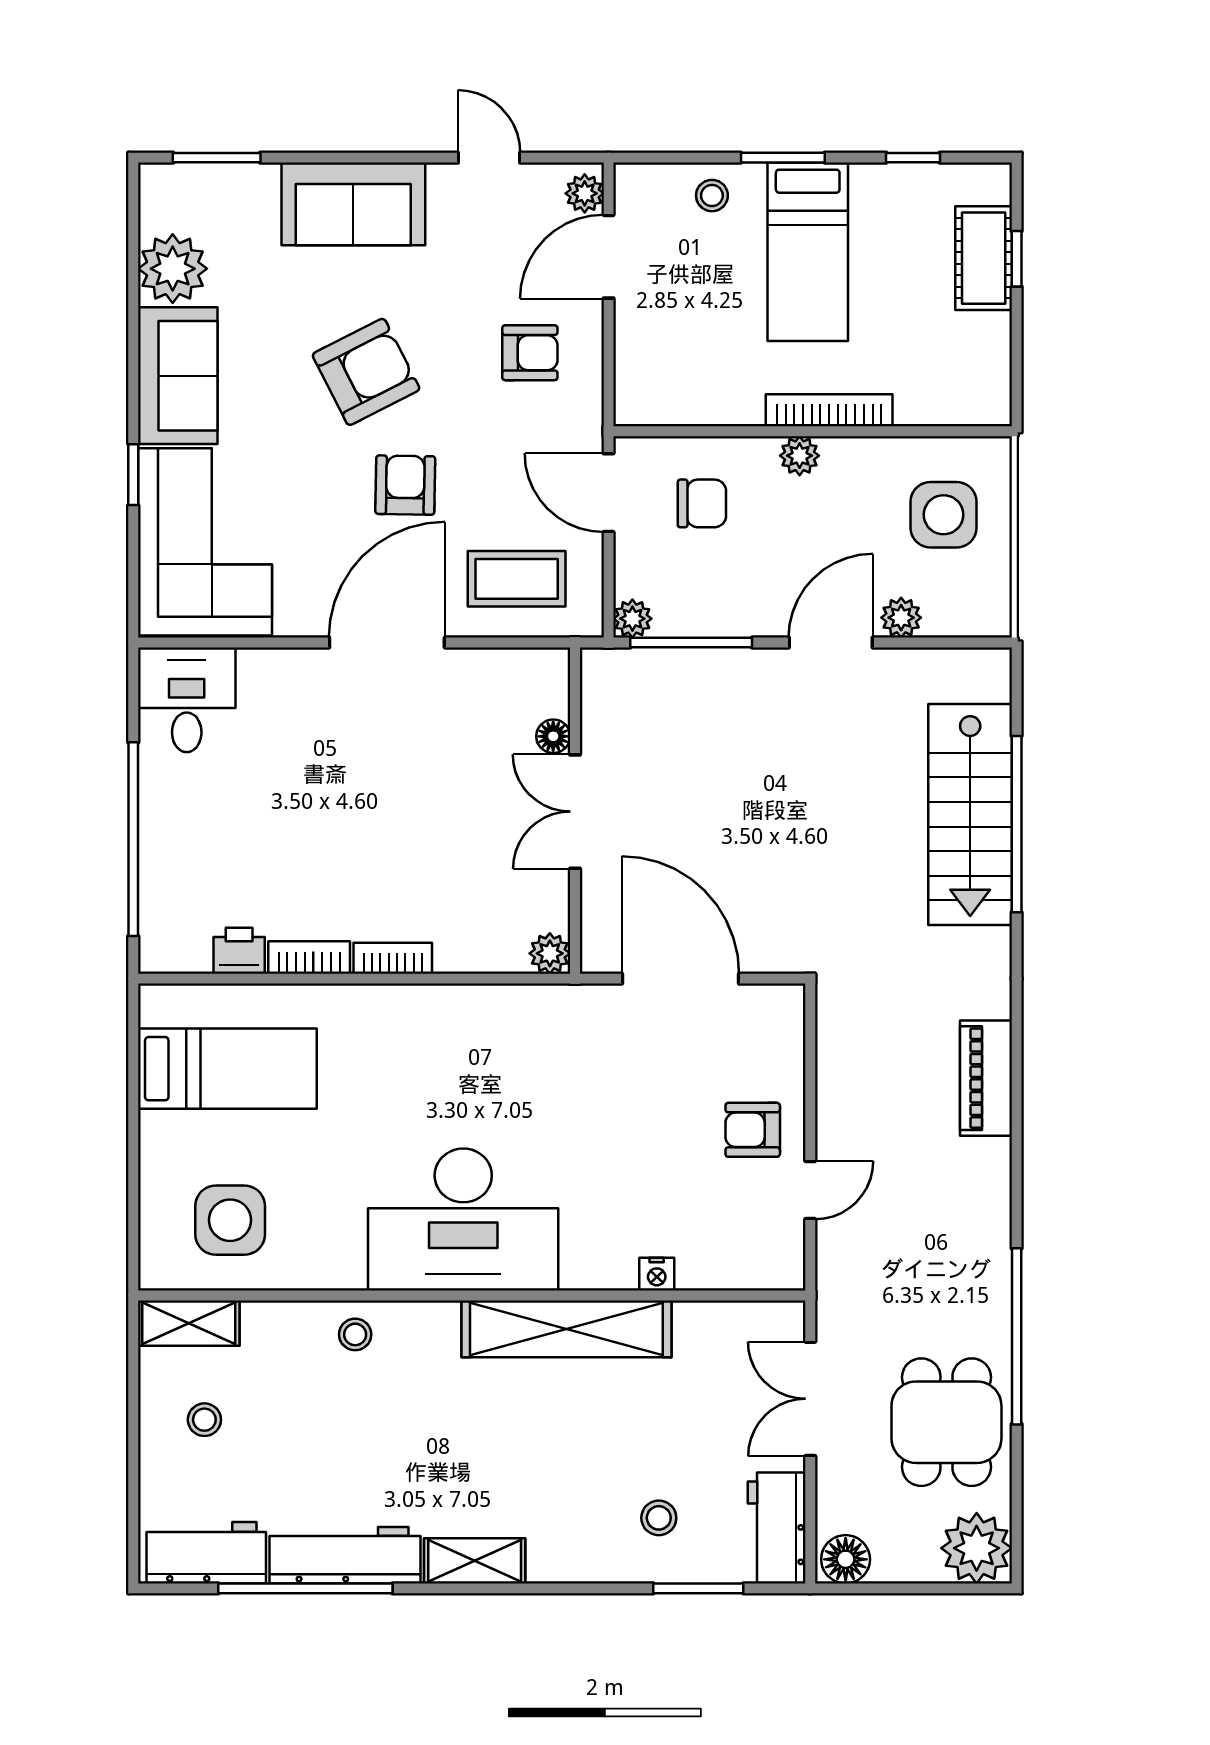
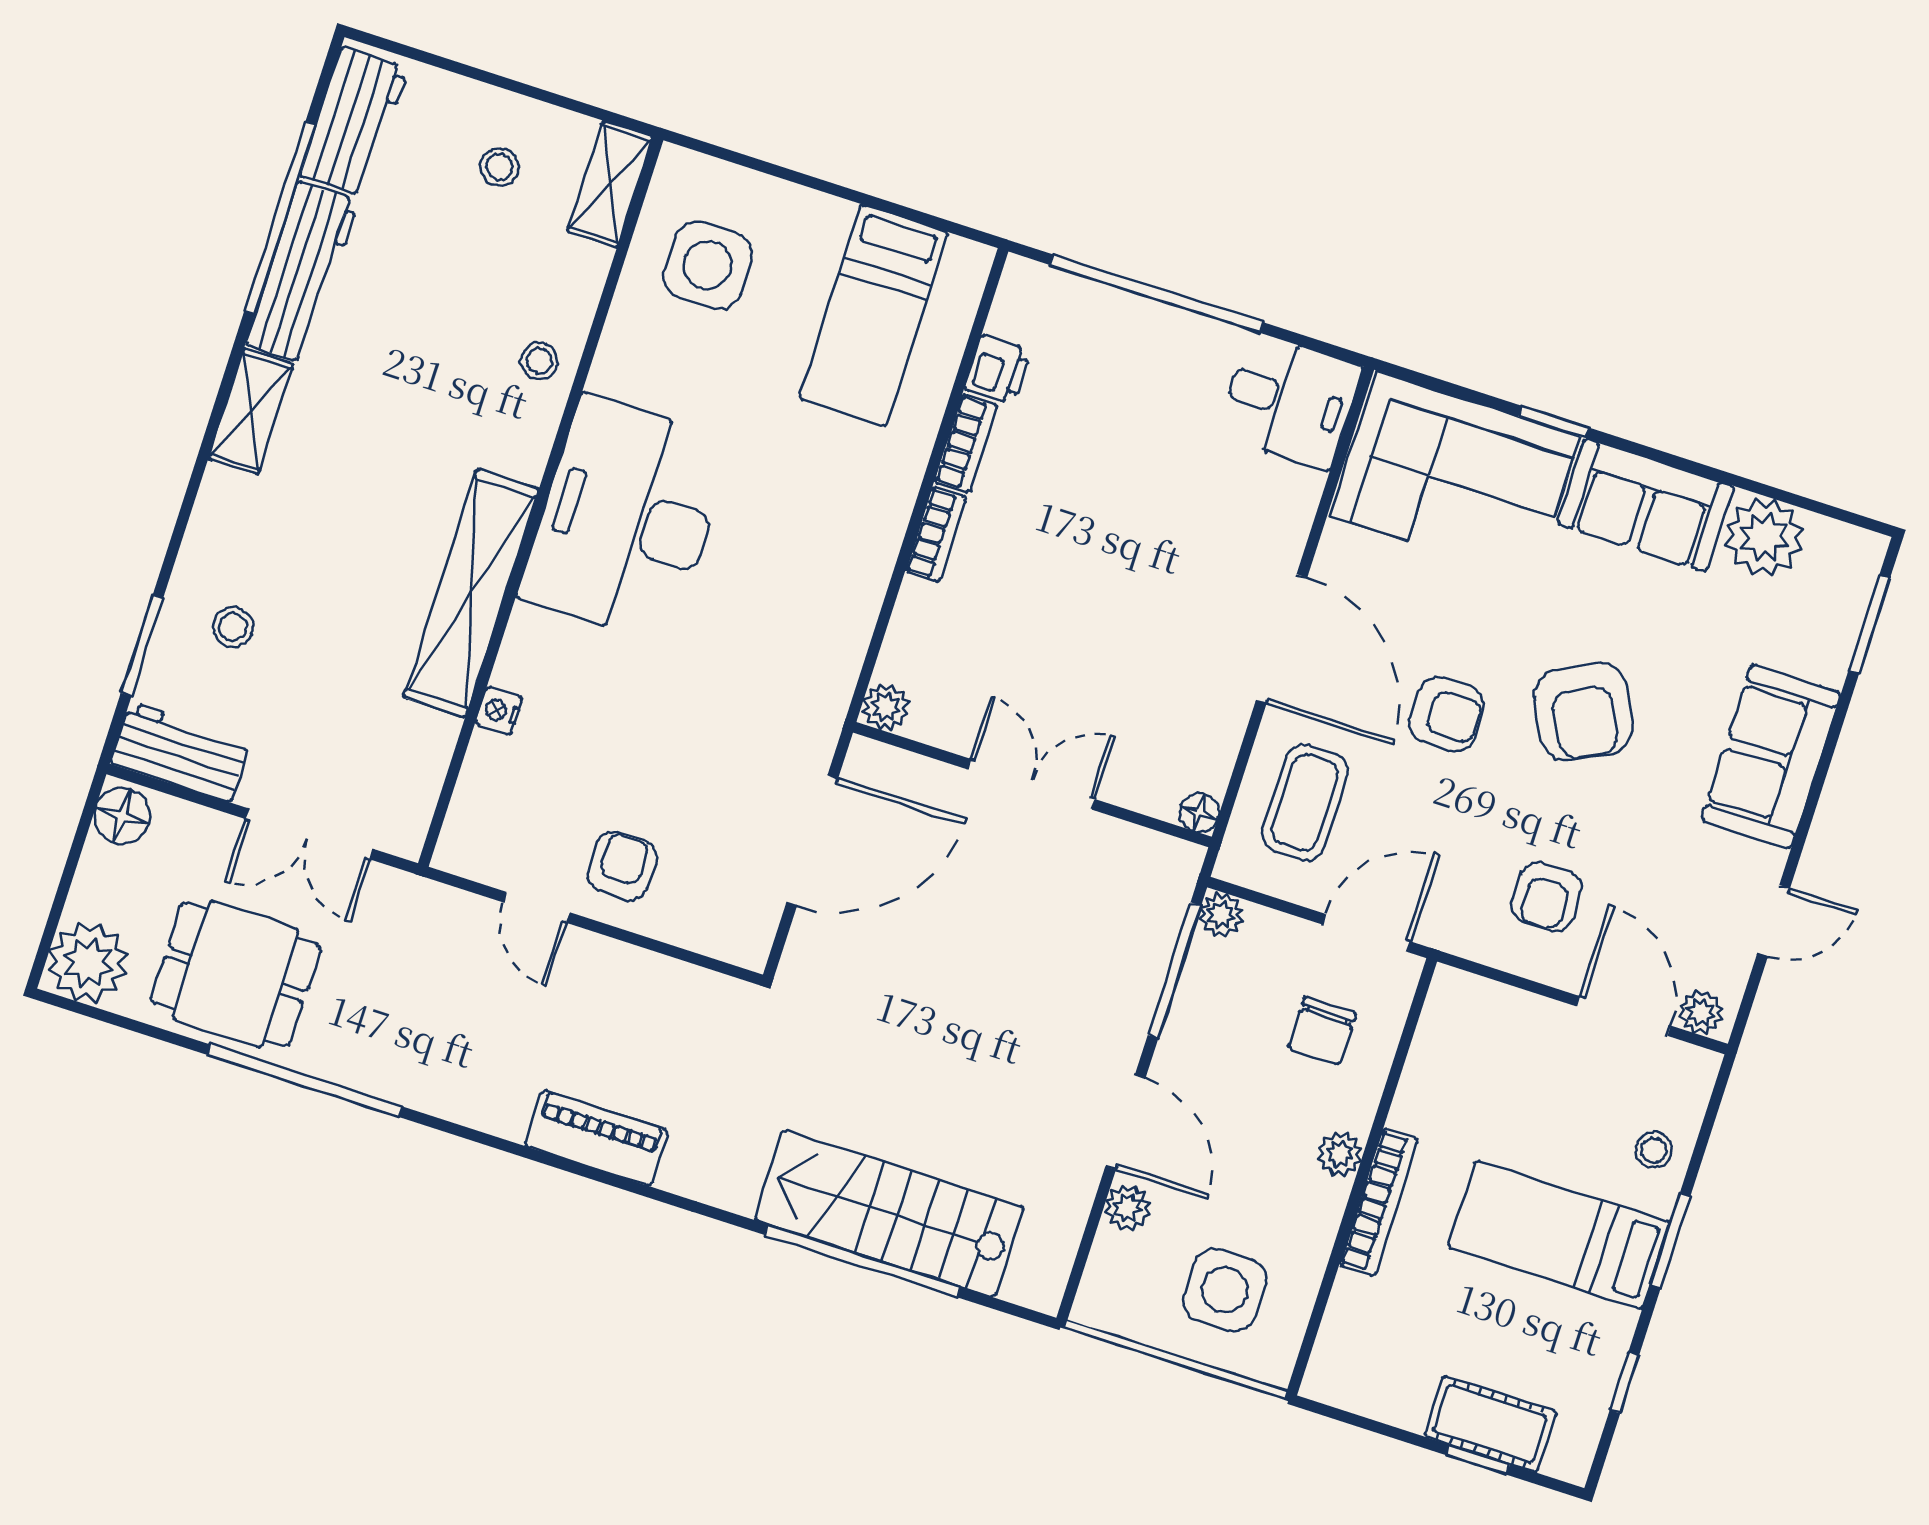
floor lamp: (553, 736) -> (1199, 812), moved
double door: (810, 1399) -> (309, 834), swing flipped

